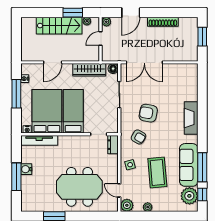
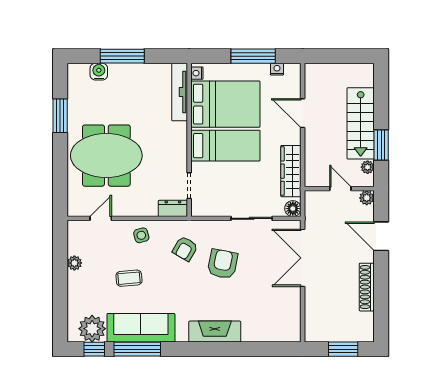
water cooler: (26, 169) -> (99, 72), moved
coffee table: (157, 172) -> (129, 278), width x0.54, depth x0.58
meeting table: (79, 187) -> (106, 156), turned 90
plant: (127, 205) -> (77, 230), removed

